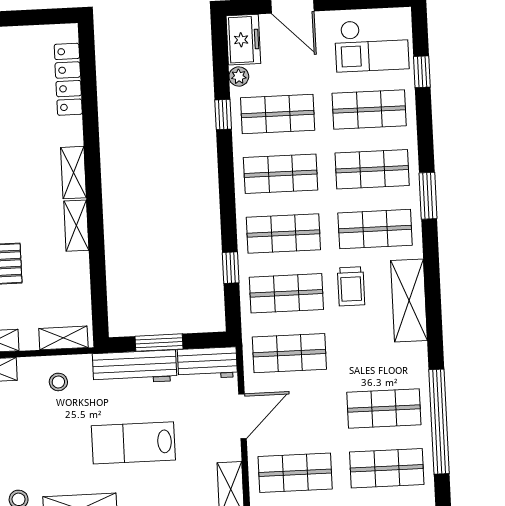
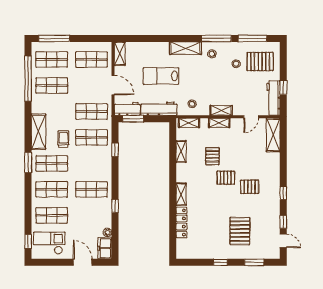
window: (422, 72) -> (28, 241), moved
locker: (68, 79) -> (181, 223), moved
shop shelf: (278, 114) -> (91, 215), removed
window: (223, 115) -> (115, 206), moved
window: (428, 196) -> (28, 162), moved
shelving: (76, 226) -> (181, 152), moved
shop shelf: (283, 234) -> (91, 163), removed
window: (159, 343) -> (133, 119), moved
door: (243, 416) -> (113, 85), swing flipped
lab bench: (133, 443) -> (161, 76), turned 180

